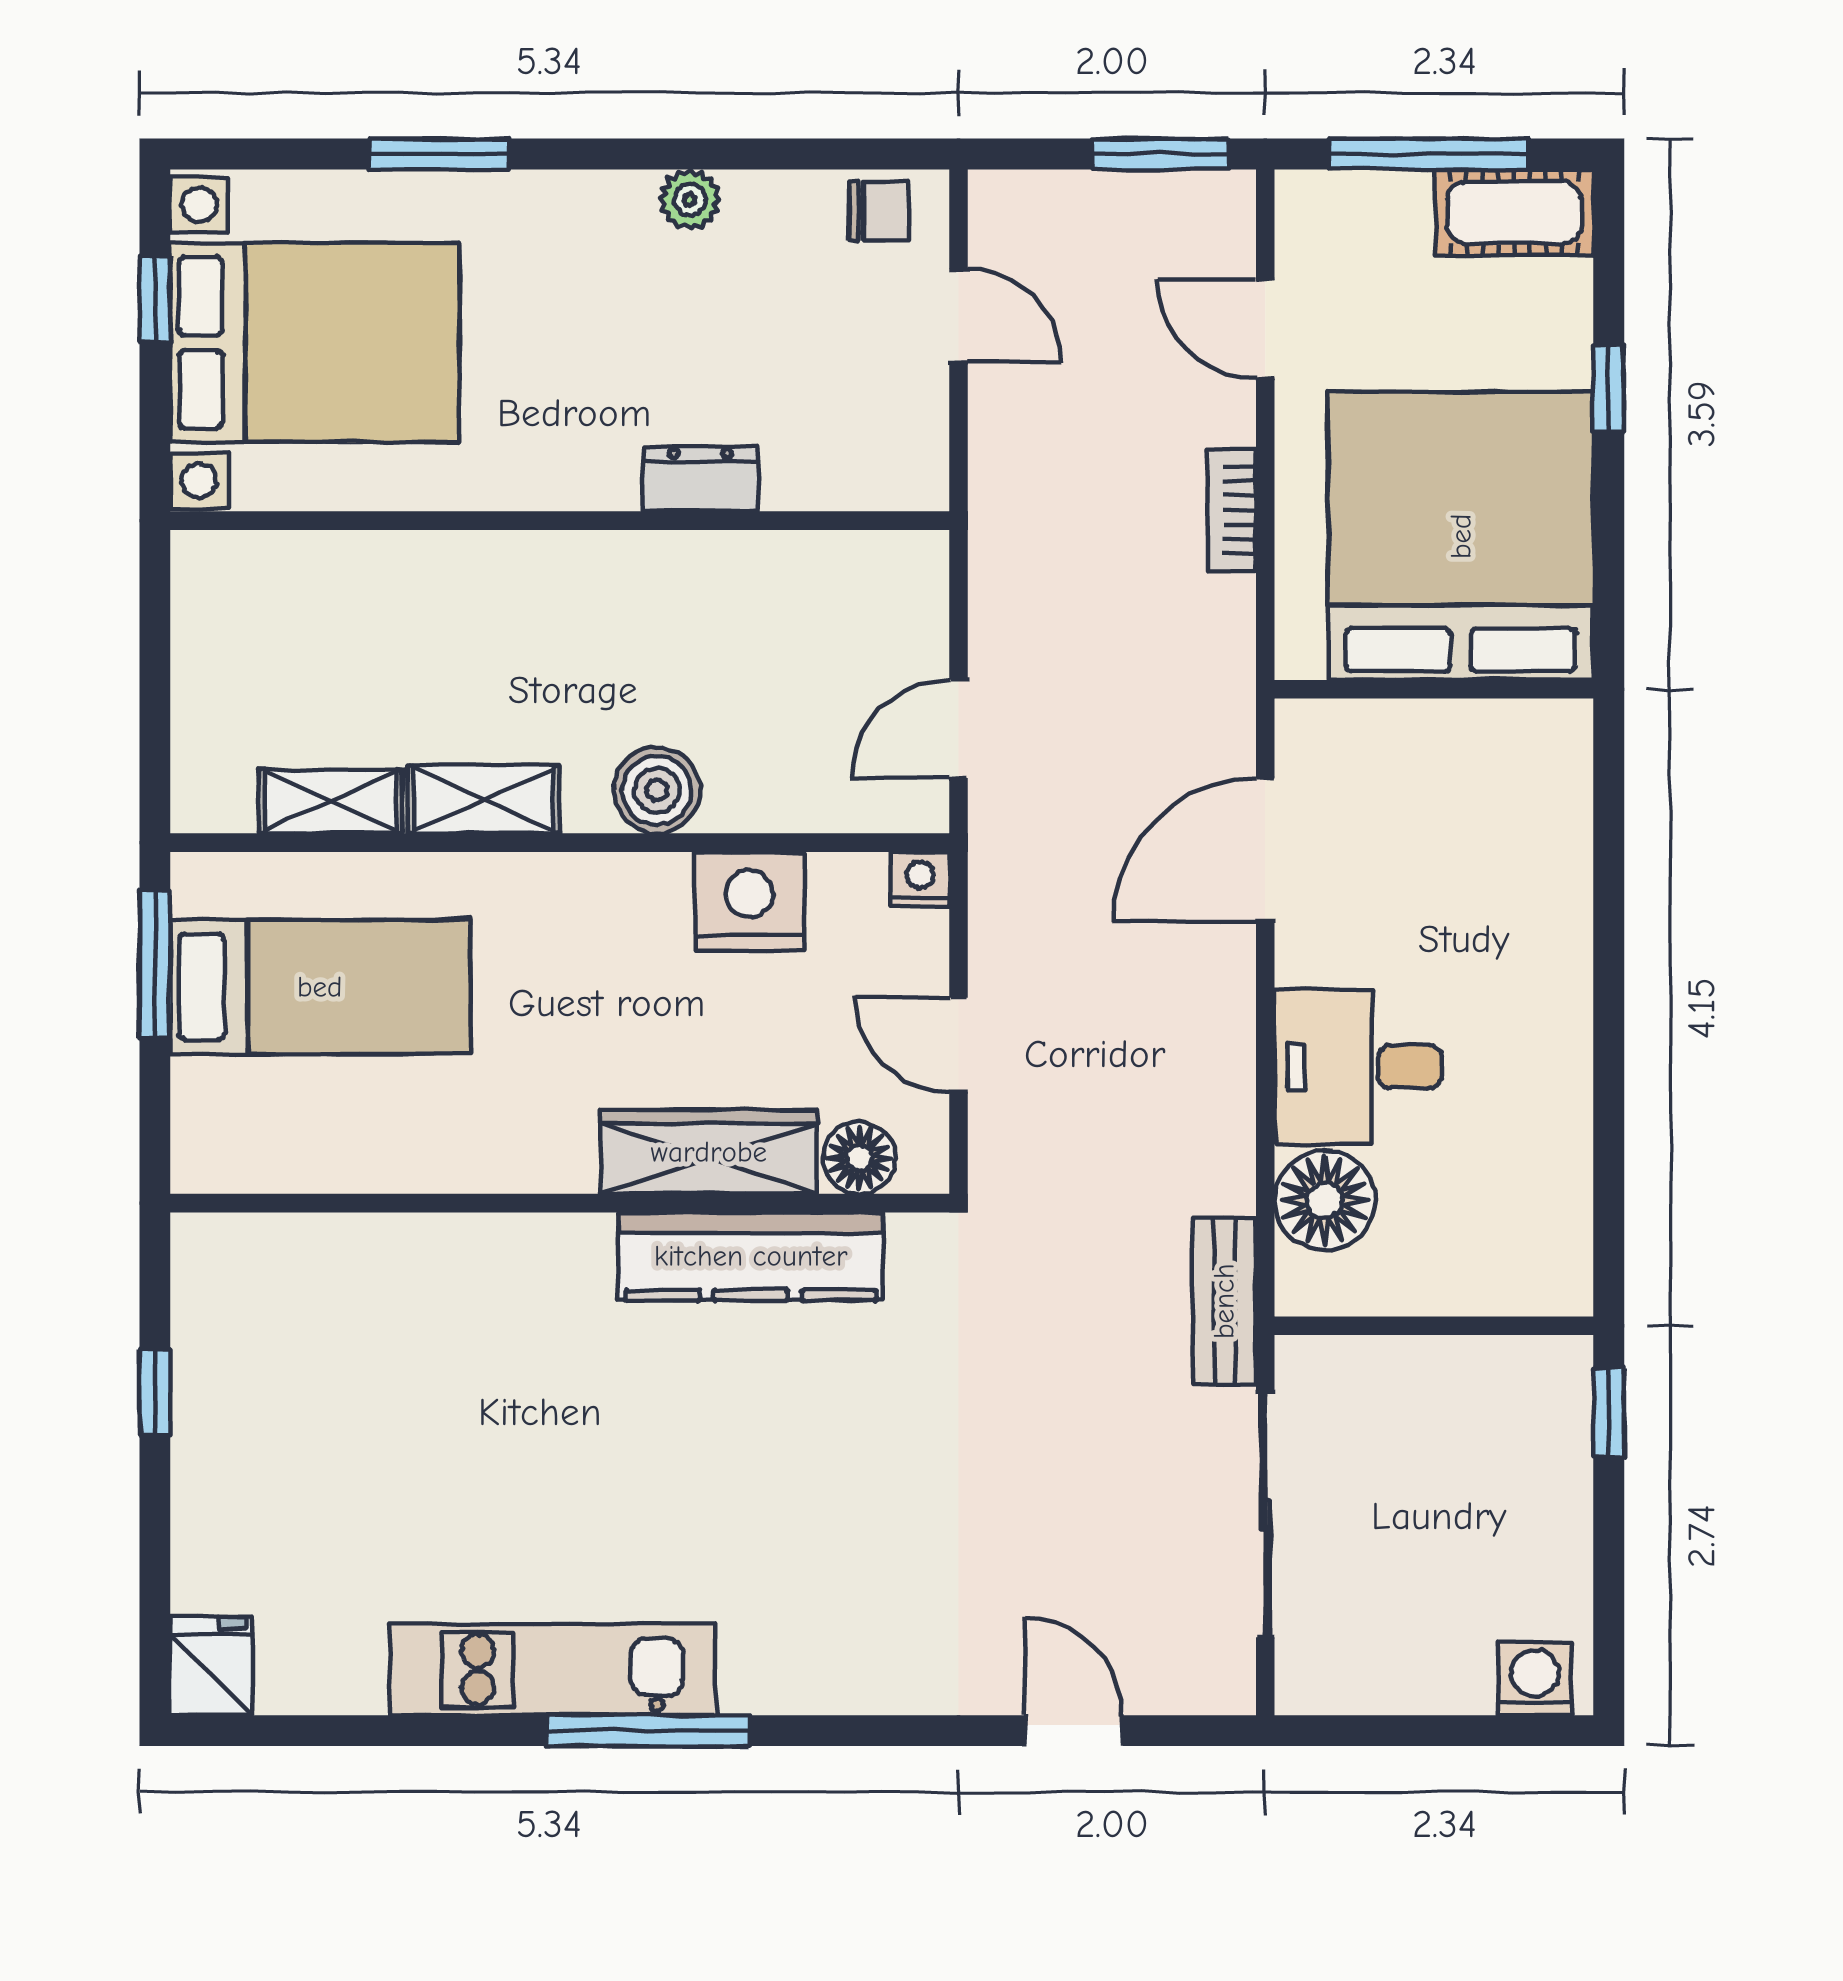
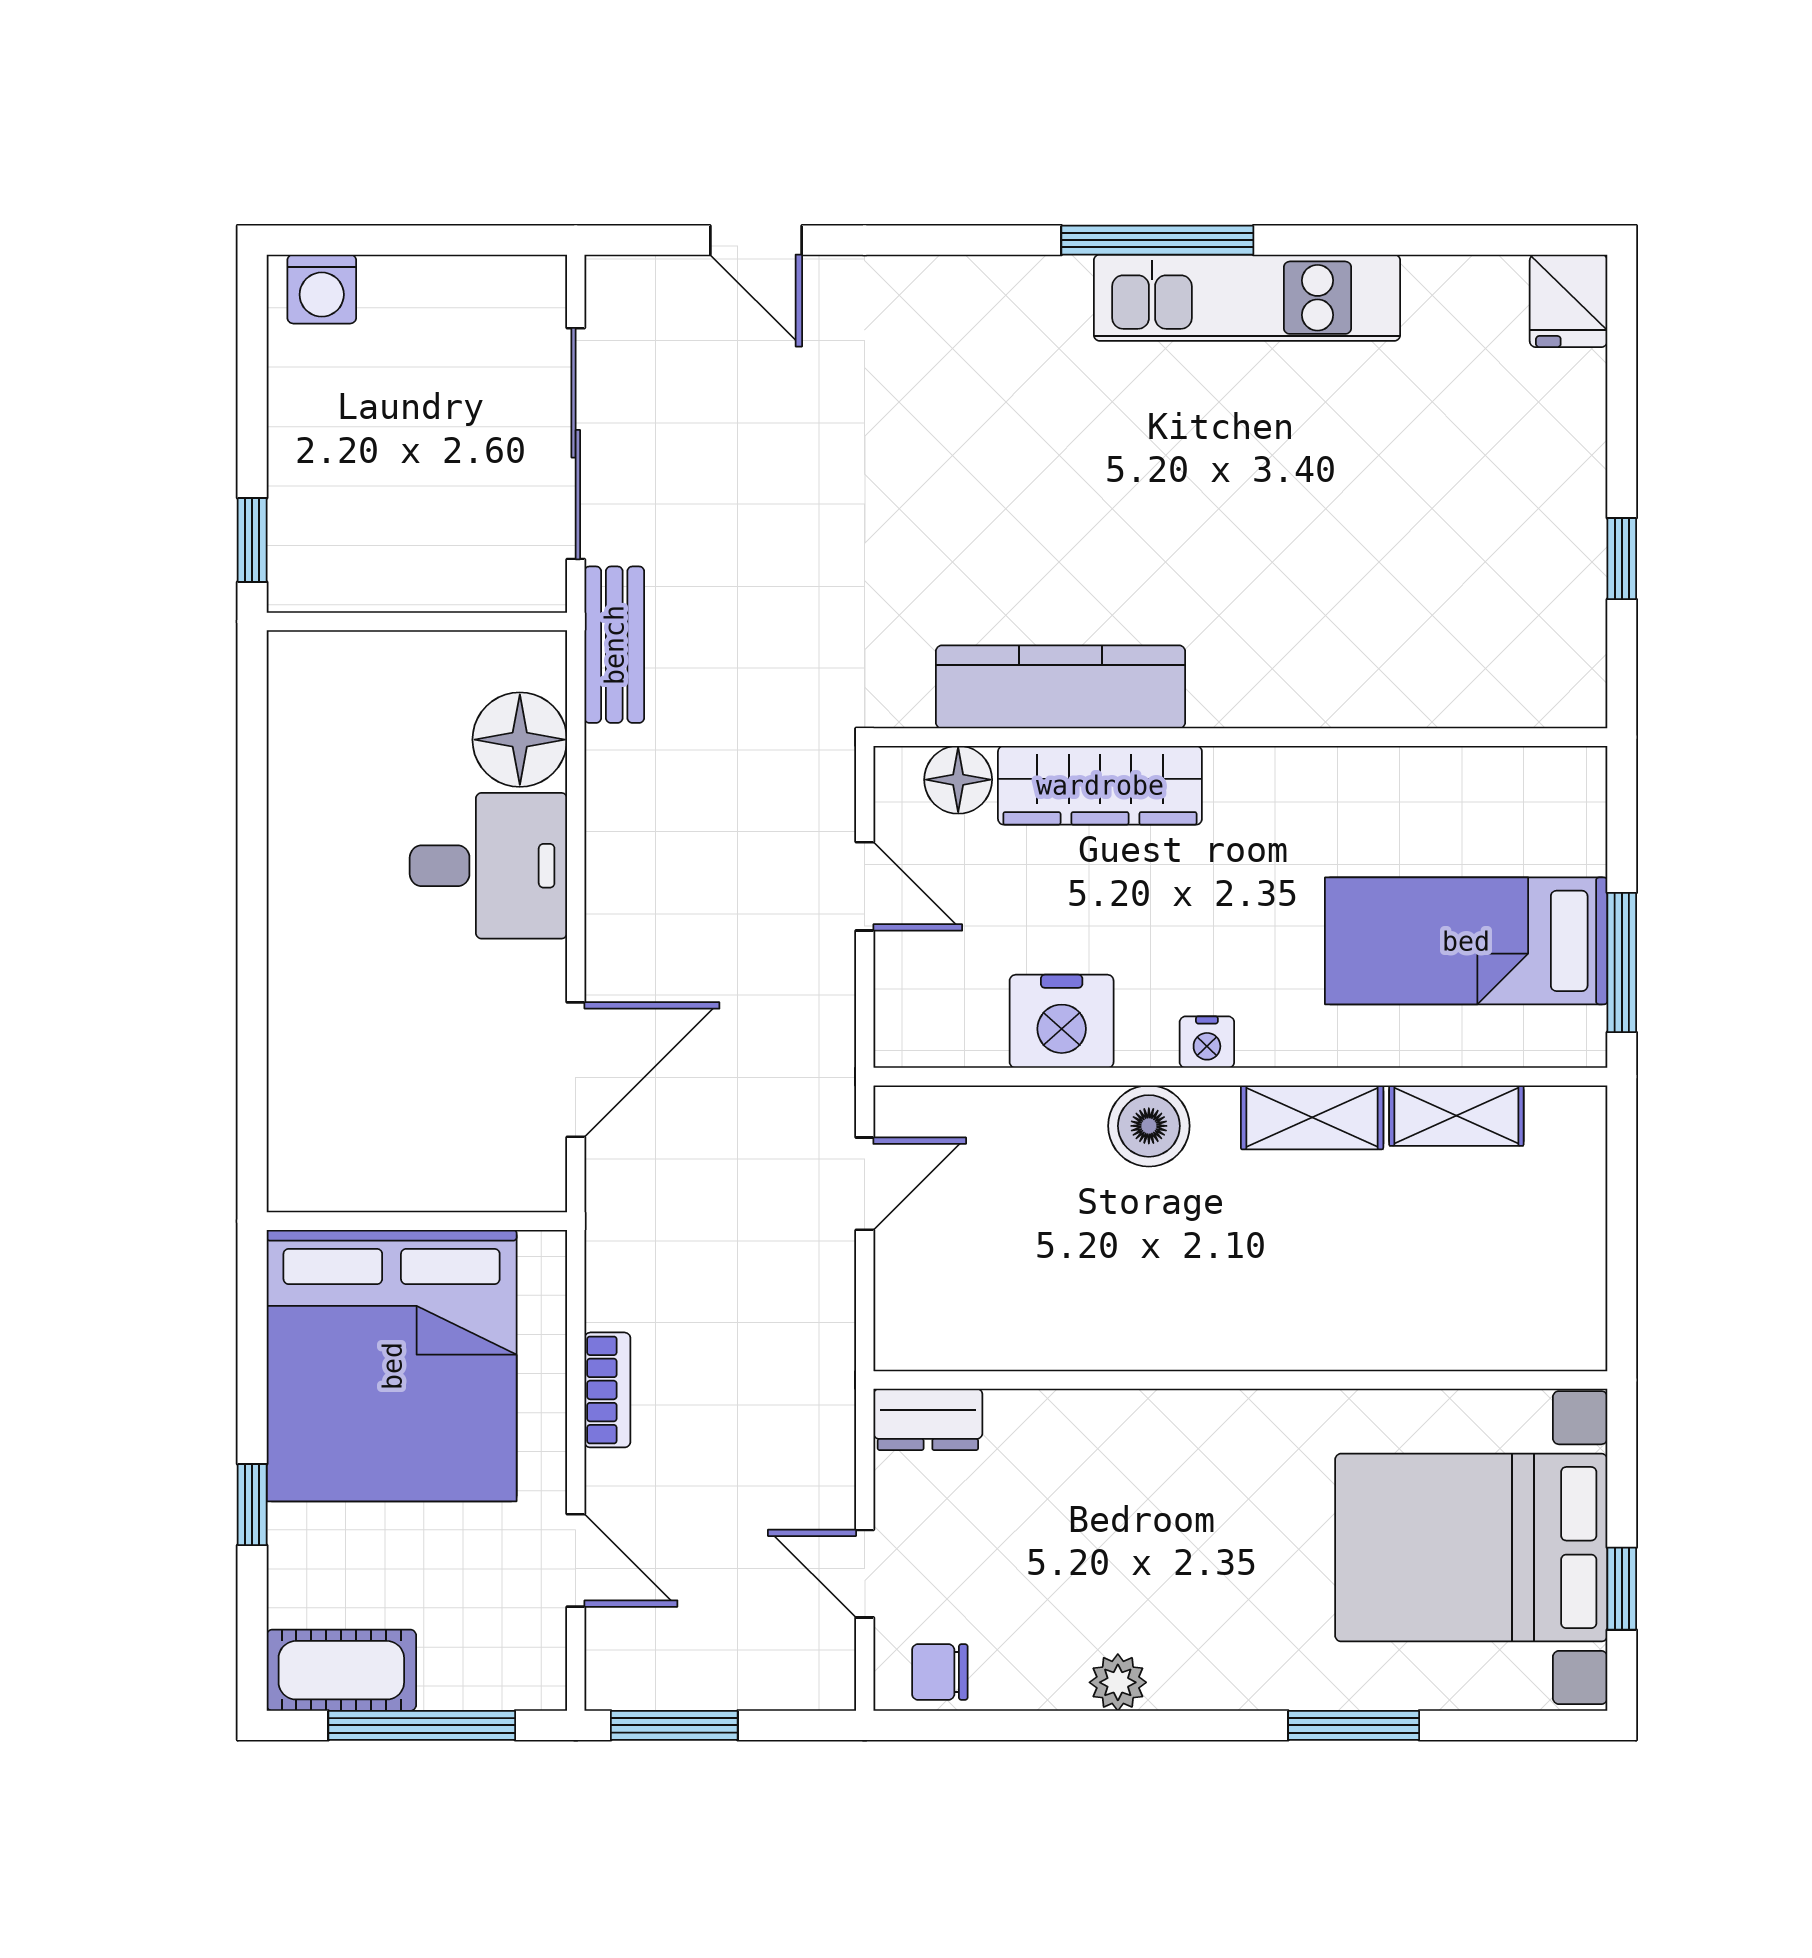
dresser: (701, 479) -> (928, 1419), moved
nightstand: (920, 879) -> (1207, 1042), moved

